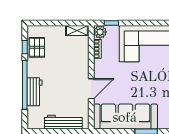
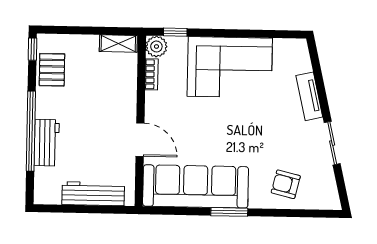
window: (25, 47) -> (33, 49), moved
door: (91, 89) -> (140, 140), hinge flipped

